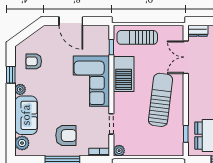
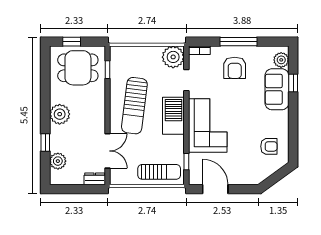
door: (71, 21) -> (215, 189), moved
barbecue: (124, 74) -> (173, 116), moved
window: (11, 75) -> (293, 83), moved
plant: (20, 89) -> (283, 117), removed
armchair: (66, 135) -> (235, 68), turned -90
plant: (119, 151) -> (173, 57), width x1.87, depth x1.87

